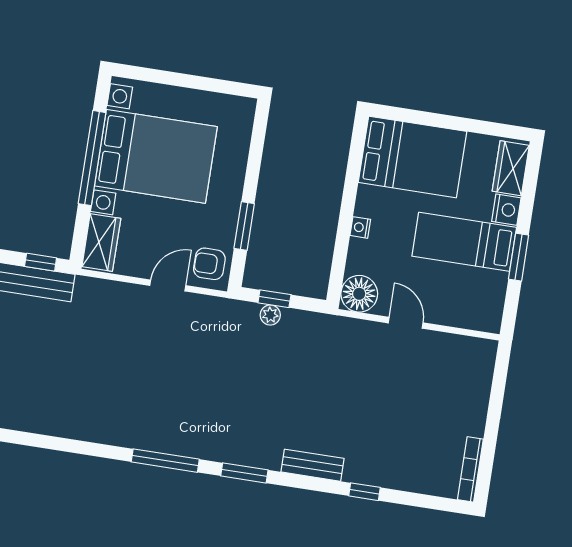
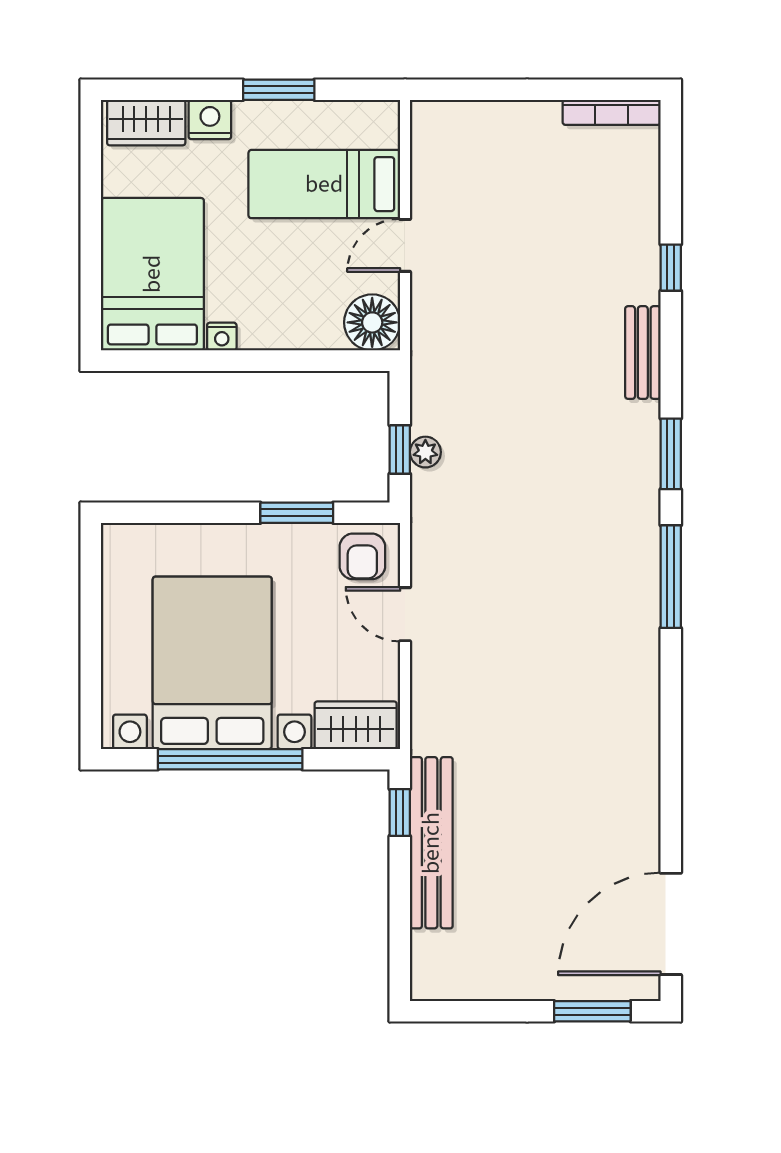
nightstand: (360, 227) -> (222, 337), moved
bed: (464, 242) -> (324, 184), moved, turned 90

